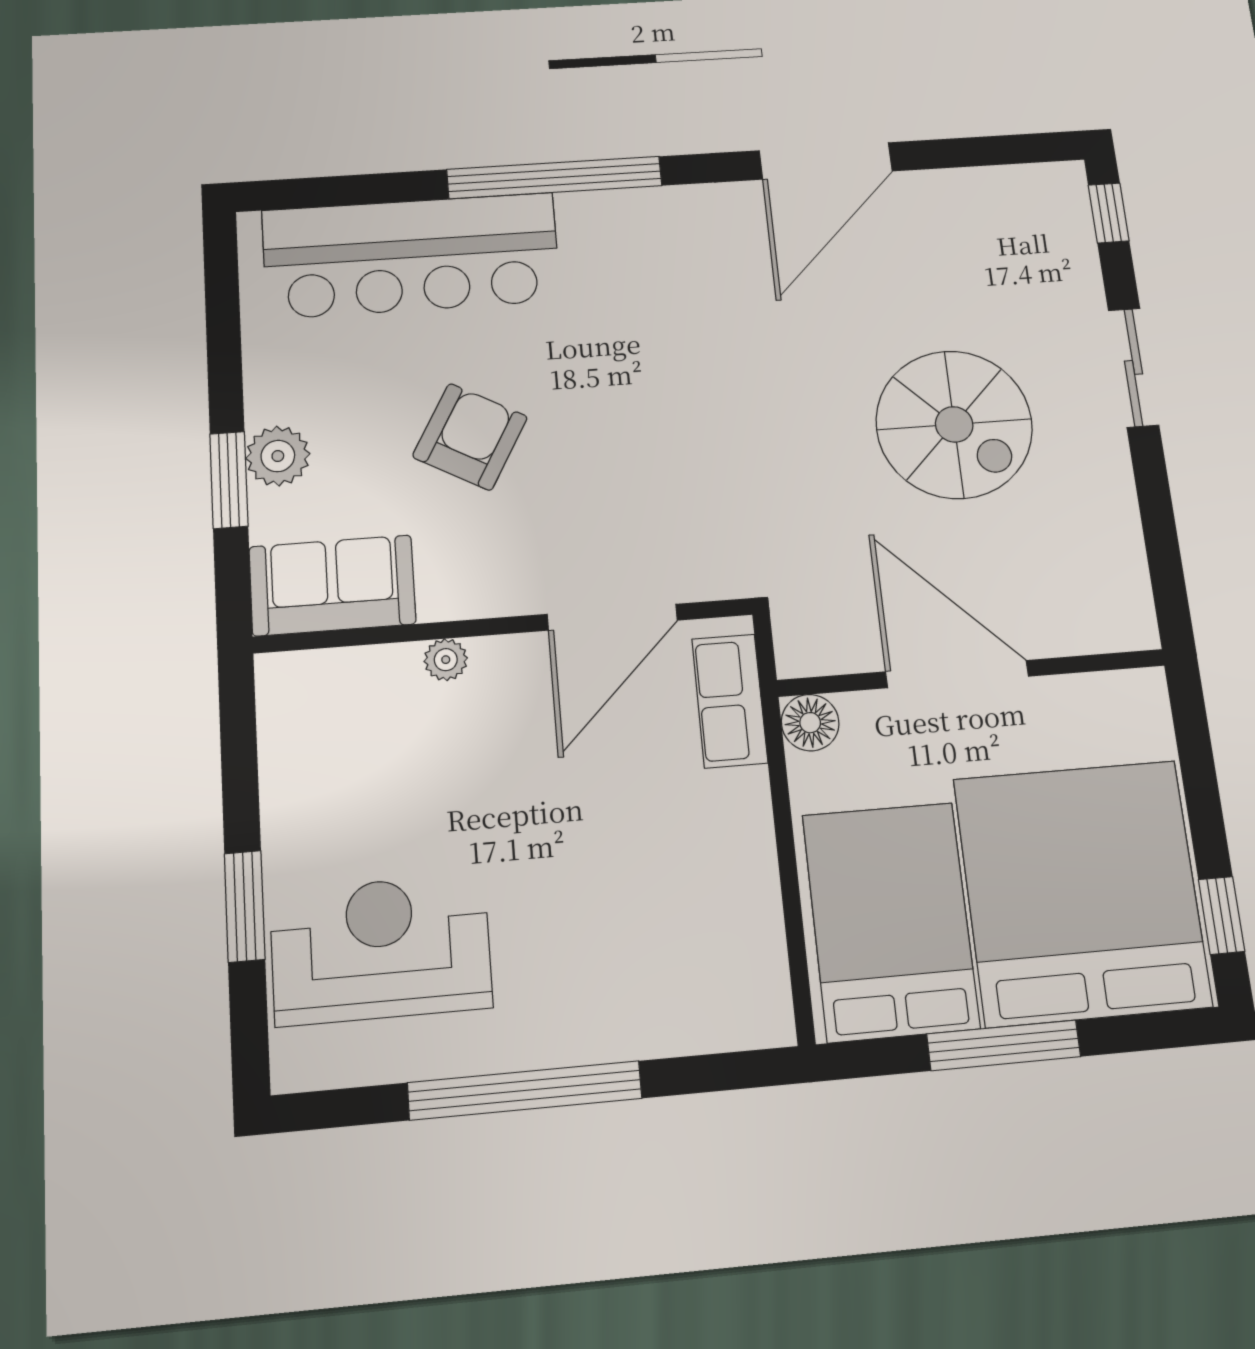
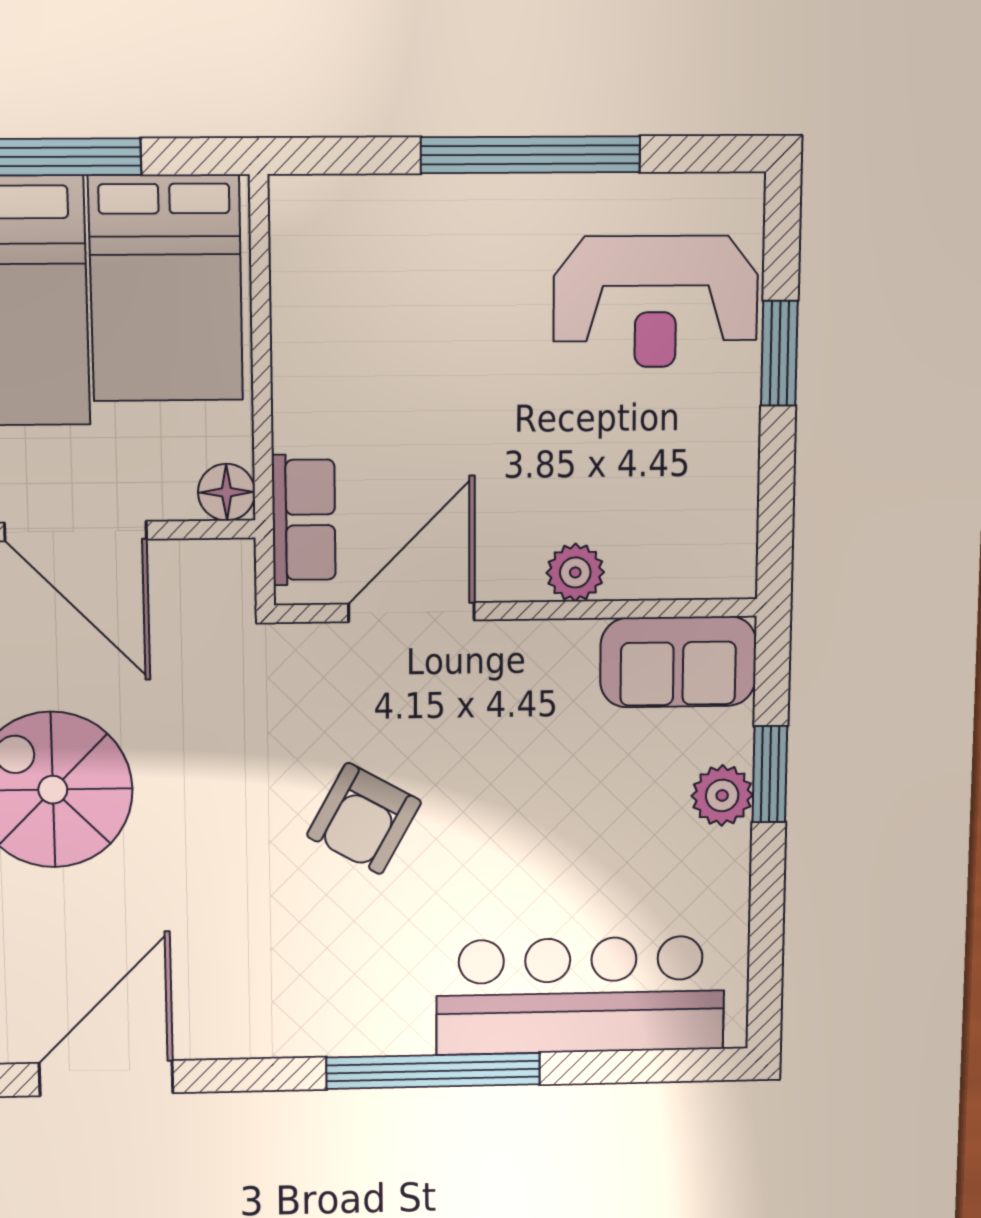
door: (826, 161) -> (106, 1078), moved
armchair: (470, 437) -> (364, 819), moved
plant: (446, 660) -> (575, 572), width x1.38, depth x1.38

